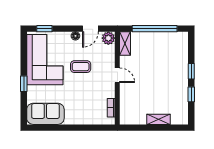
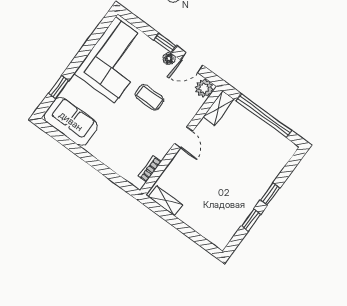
window: (44, 29) -> (165, 43), moved
window: (24, 84) -> (58, 87), moved
shelving: (158, 119) -> (166, 201), moved

